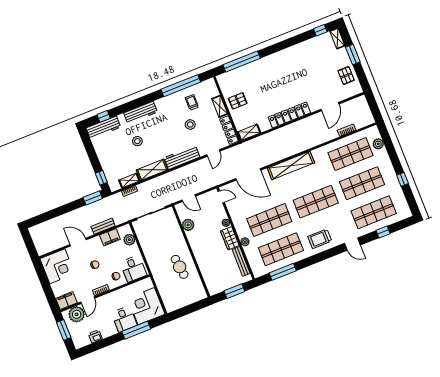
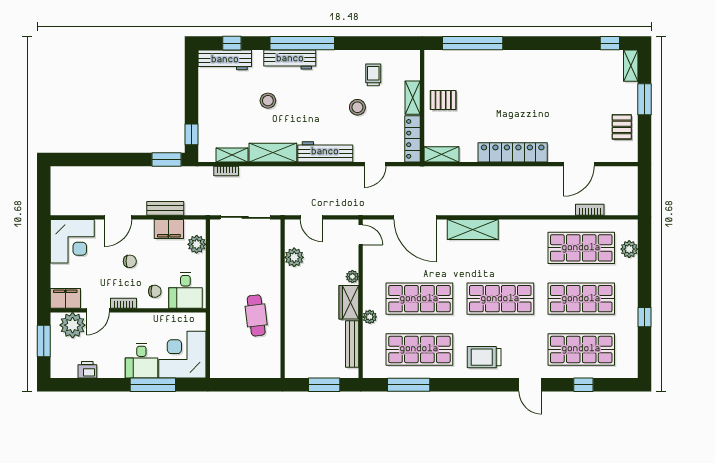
window: (181, 86) -> (302, 43), moved
shelving: (291, 166) -> (473, 229), width x0.68
door: (78, 242) -> (118, 217), swing flipped

